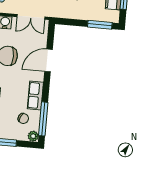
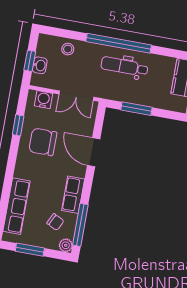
window: (100, 25) -> (136, 109), moved
door: (48, 60) -> (94, 152), hinge flipped

